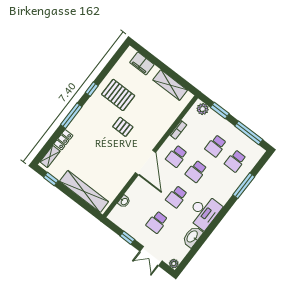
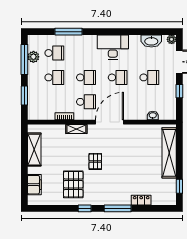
plant: (203, 109) -> (33, 57), moved
shelving: (50, 156) -> (76, 129), moved
washbasin: (192, 237) -> (151, 41), moved

